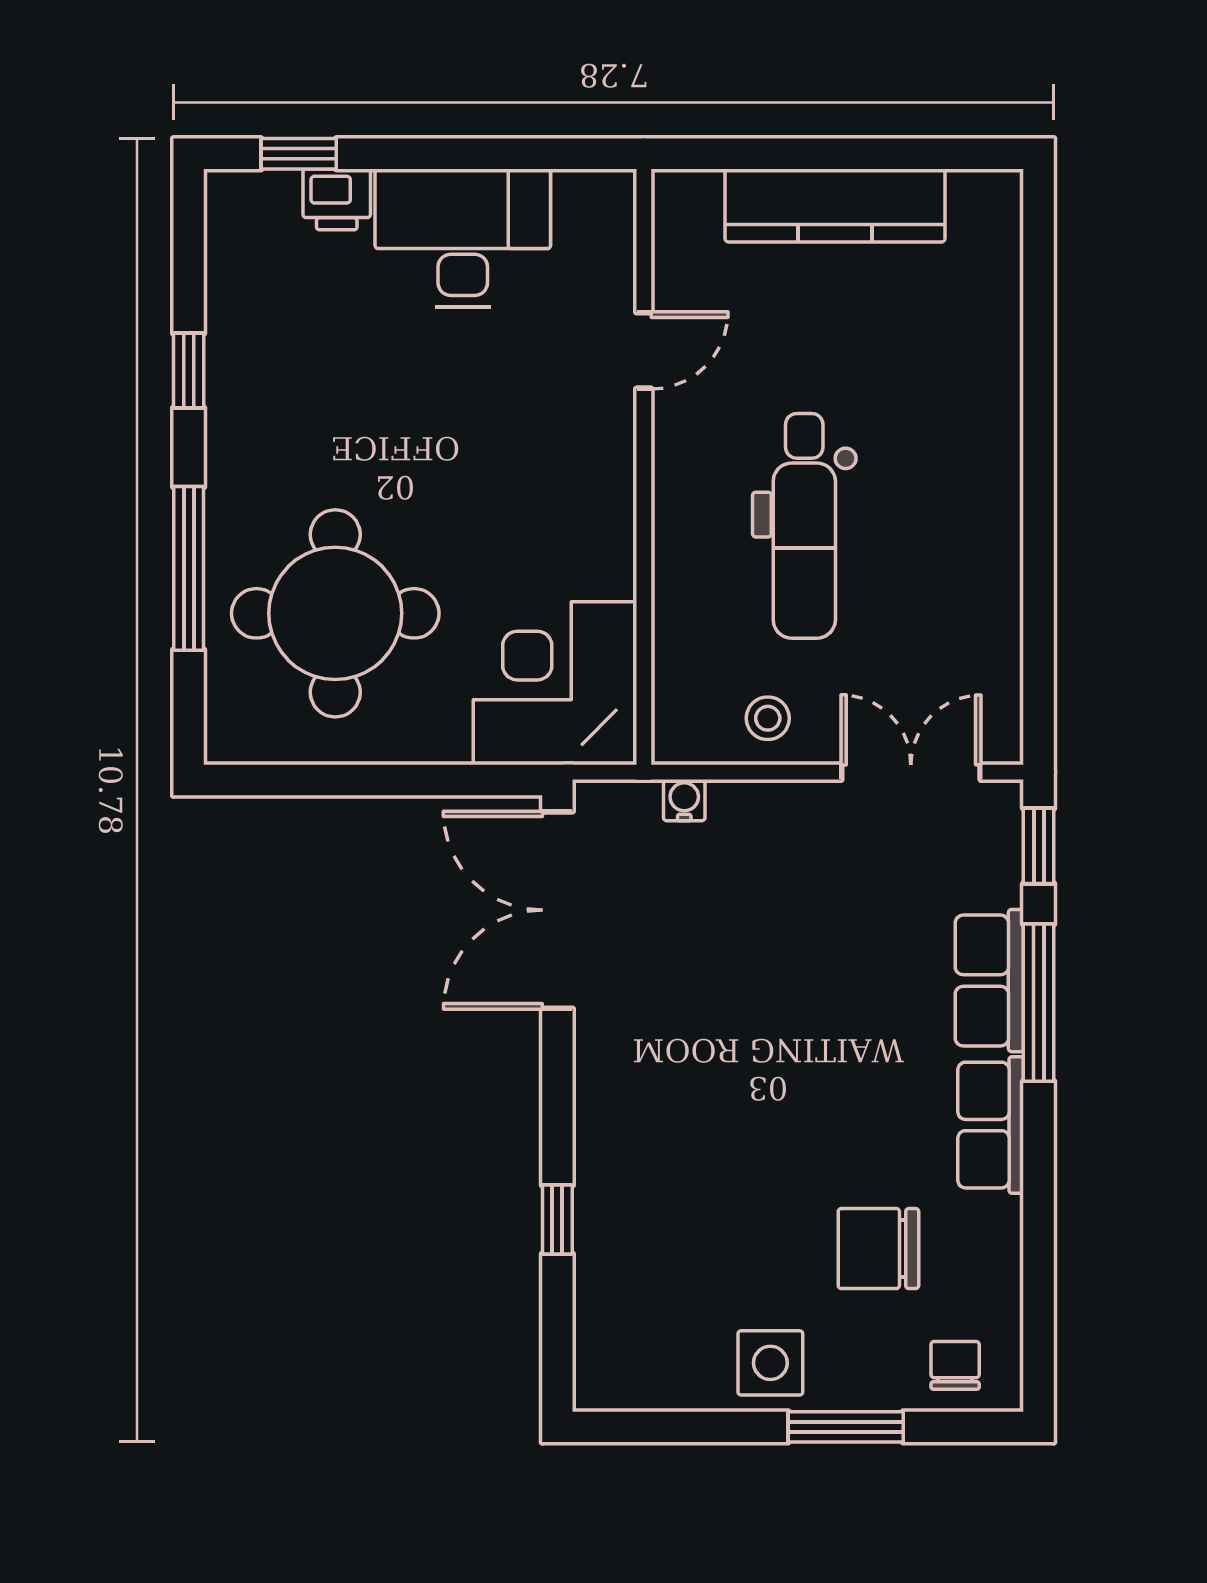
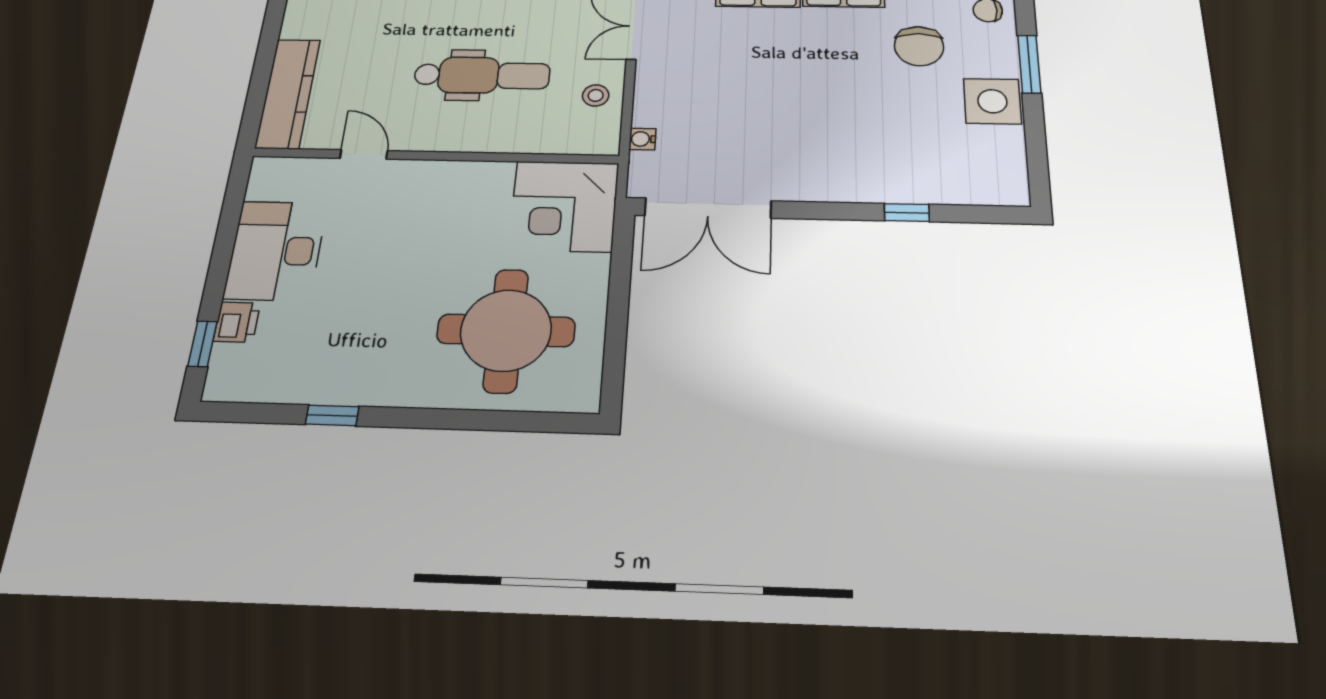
kitchen counter: (835, 205) -> (288, 93), moved
window: (189, 568) -> (465, 420), removed
side table: (770, 1363) -> (992, 101), width x1.37, depth x1.37

